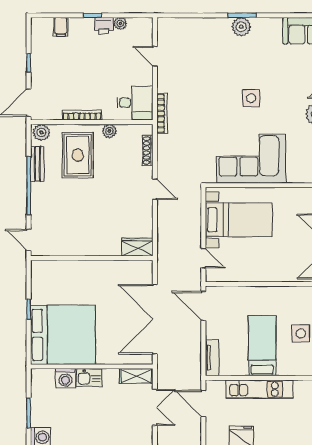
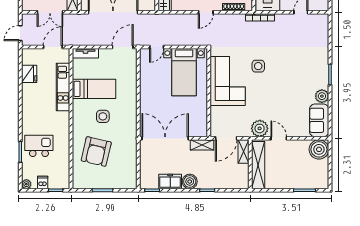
plant: (241, 27) -> (322, 96), moved
side table: (251, 98) -> (258, 66), moved

